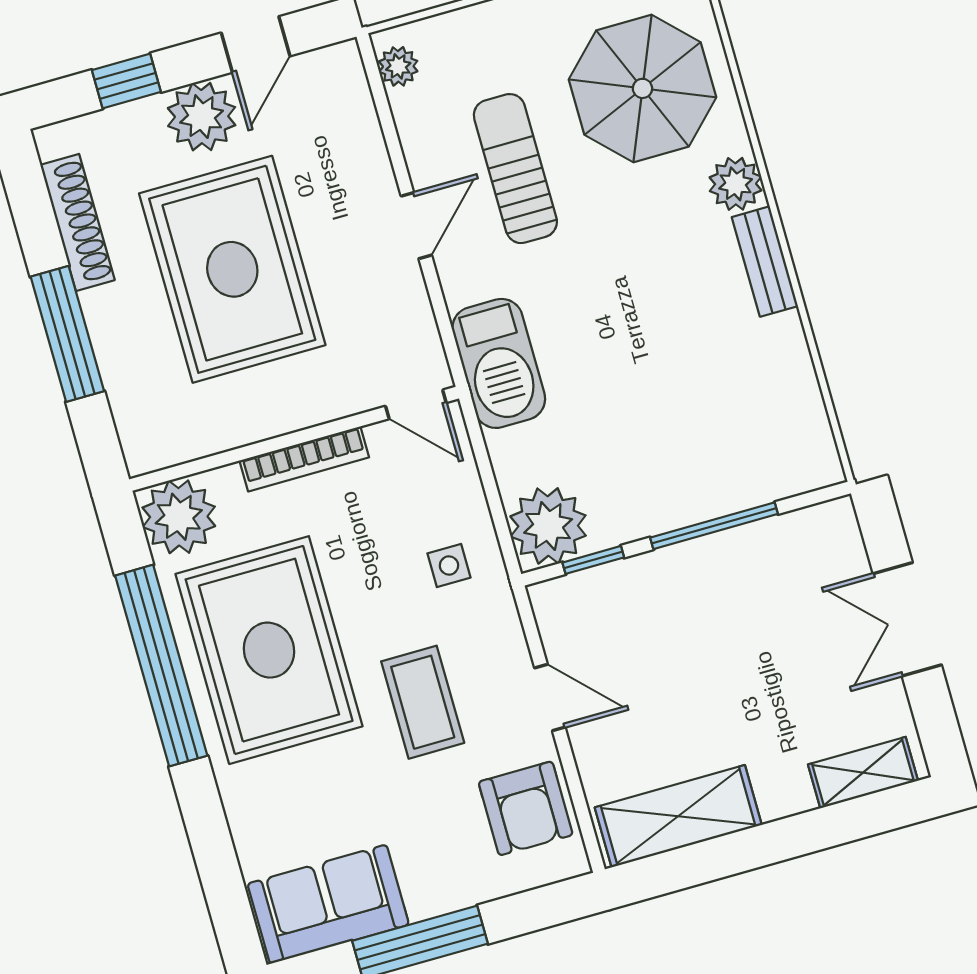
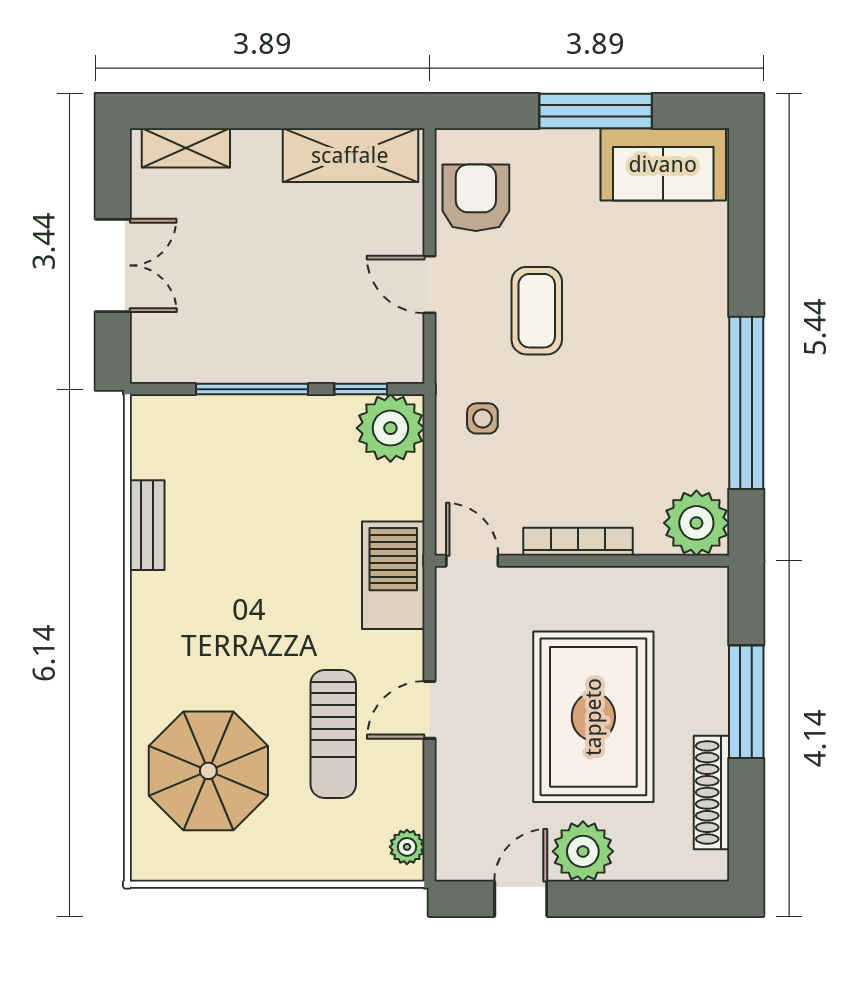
window: (126, 81) -> (637, 899), removed
plant: (736, 184) -> (153, 669), removed
bench: (765, 262) -> (147, 525), moved
rug: (269, 650) -> (653, 390), removed

